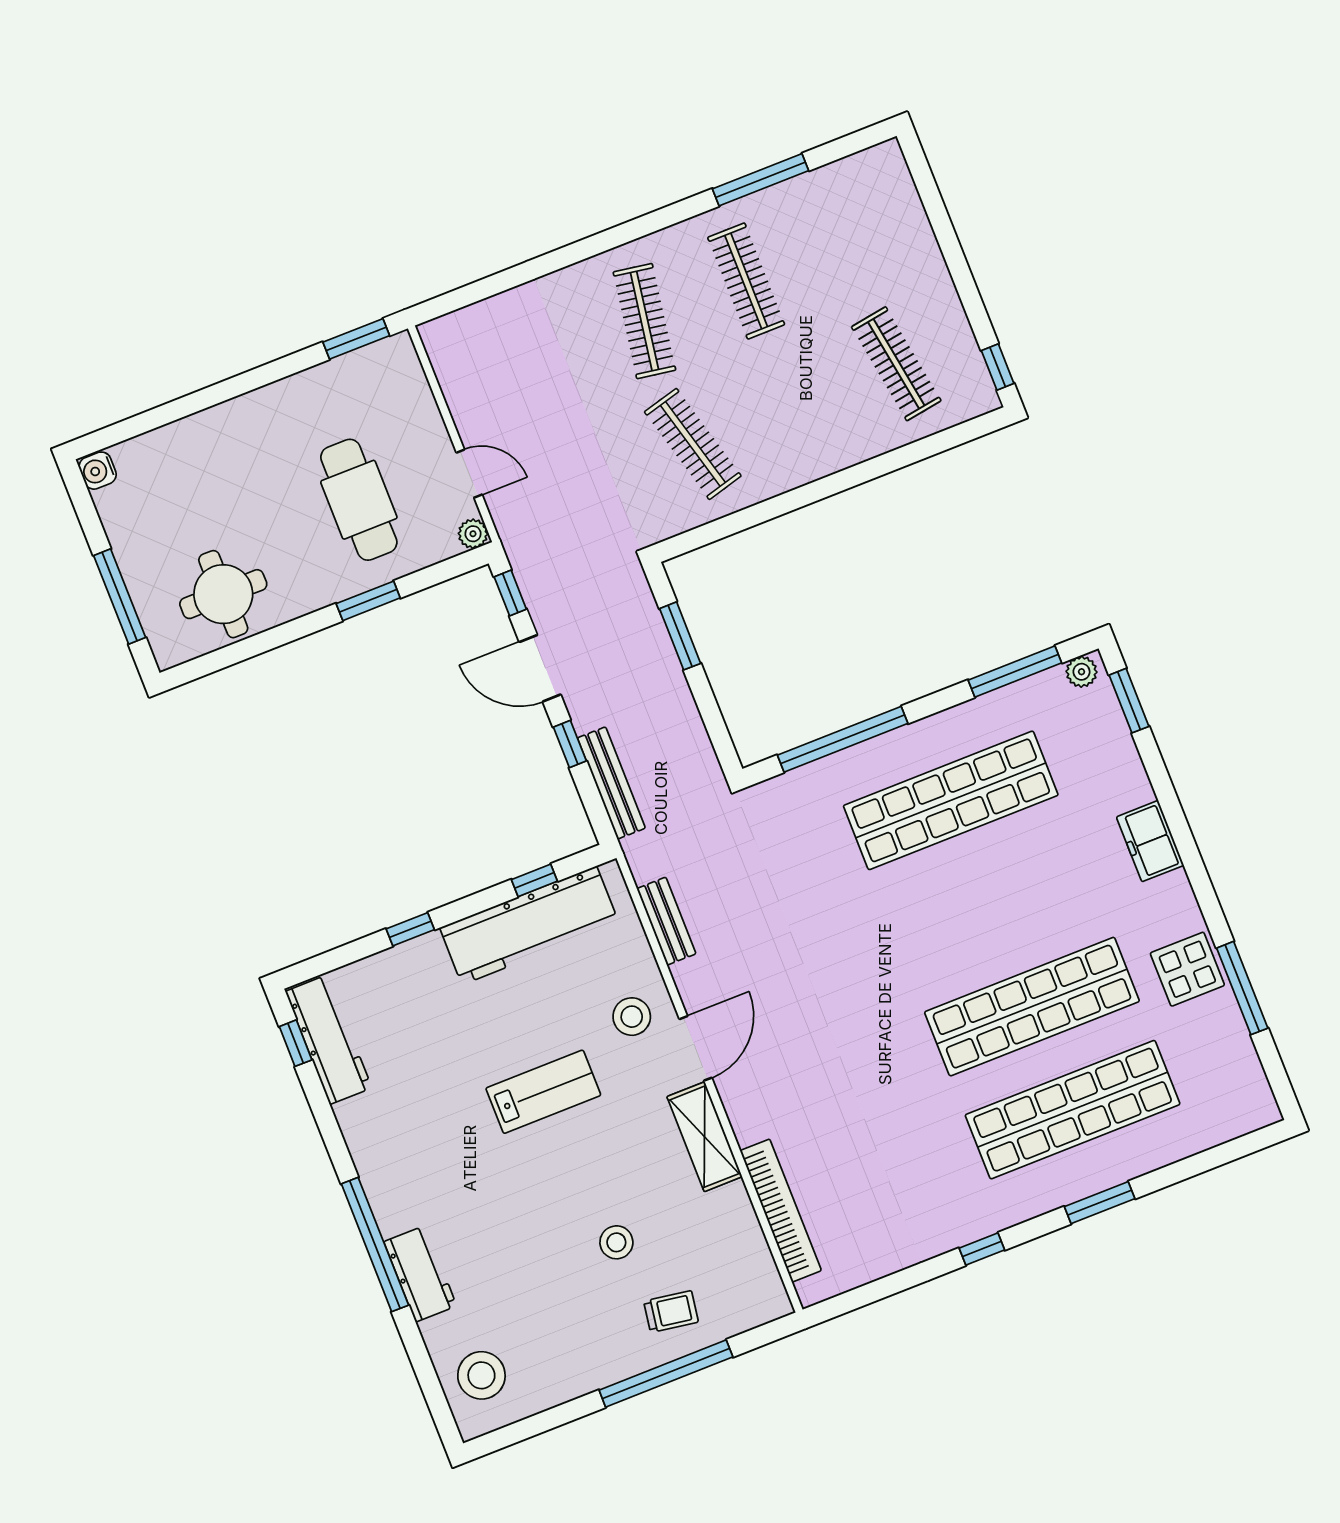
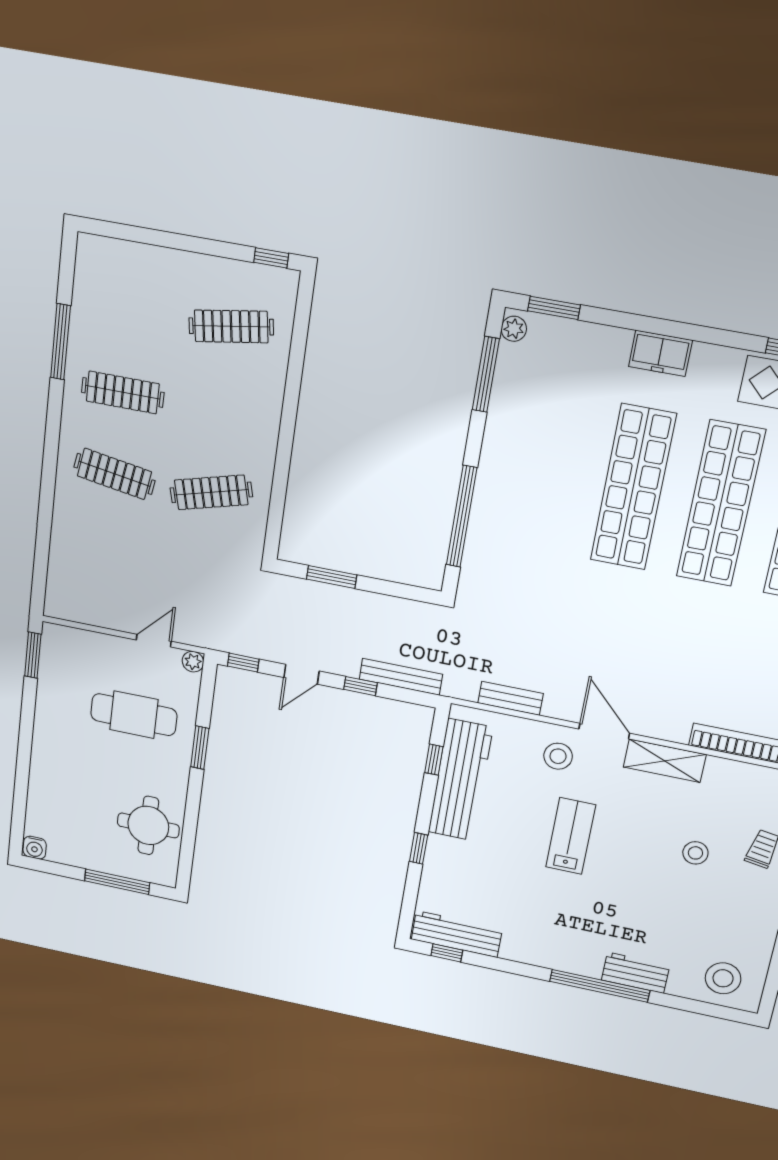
door: (540, 668) -> (301, 674), width x0.73
shop shelf: (951, 800) -> (633, 487), moved

